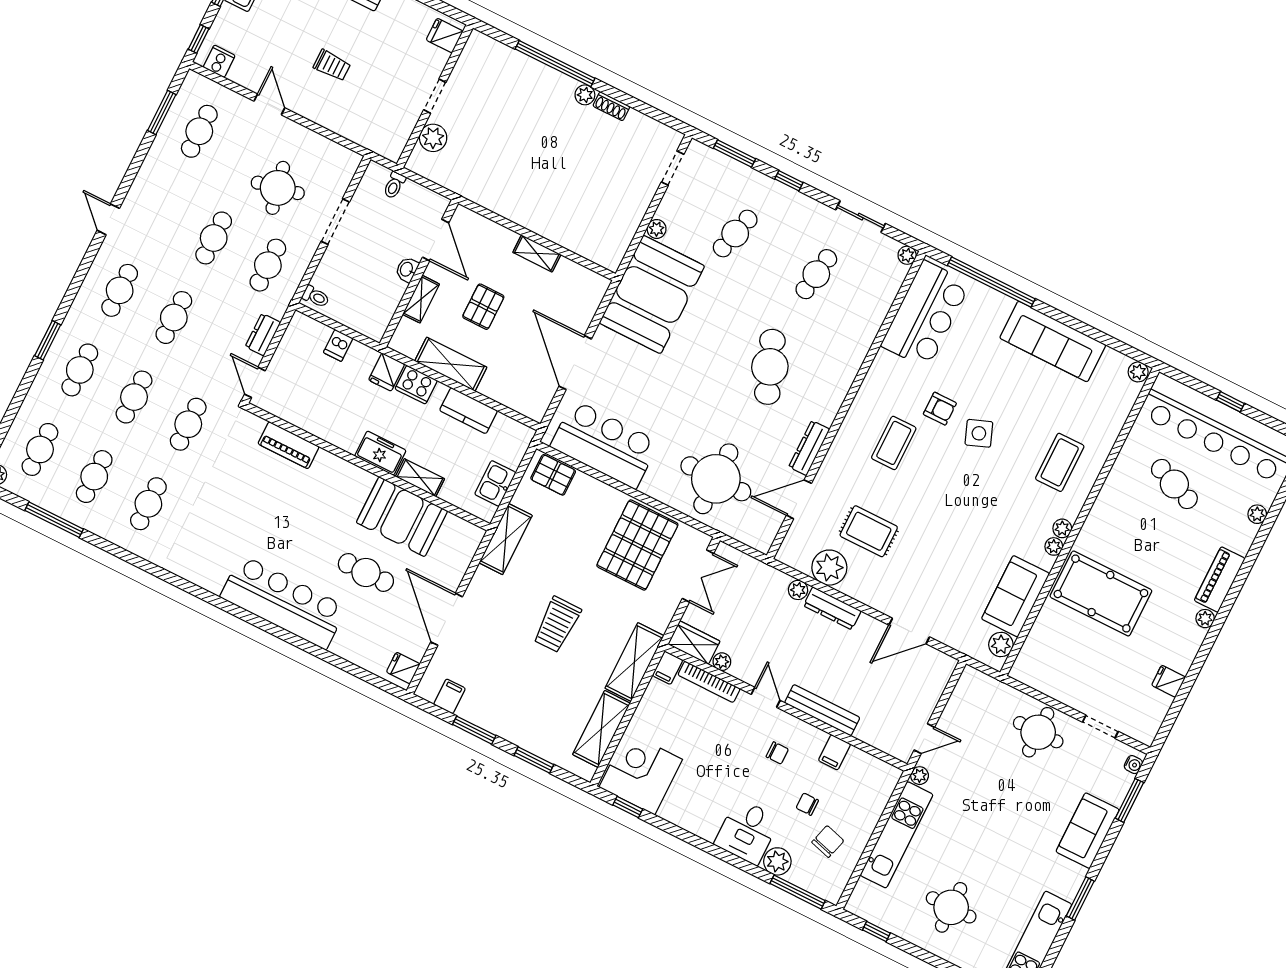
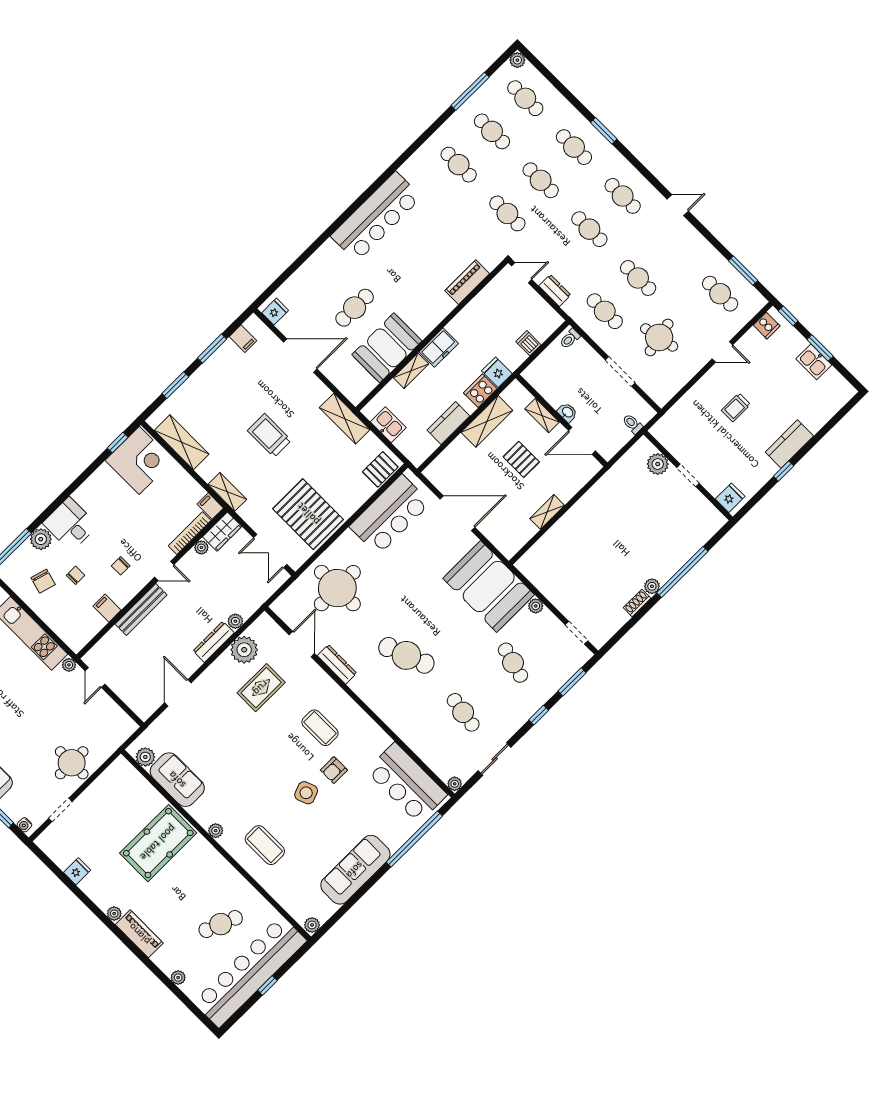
plant: (1054, 546) -> (204, 820), removed
bar counter: (283, 602) -> (376, 217), moved
shelving: (634, 662) -> (227, 492), width x0.67, depth x0.75

